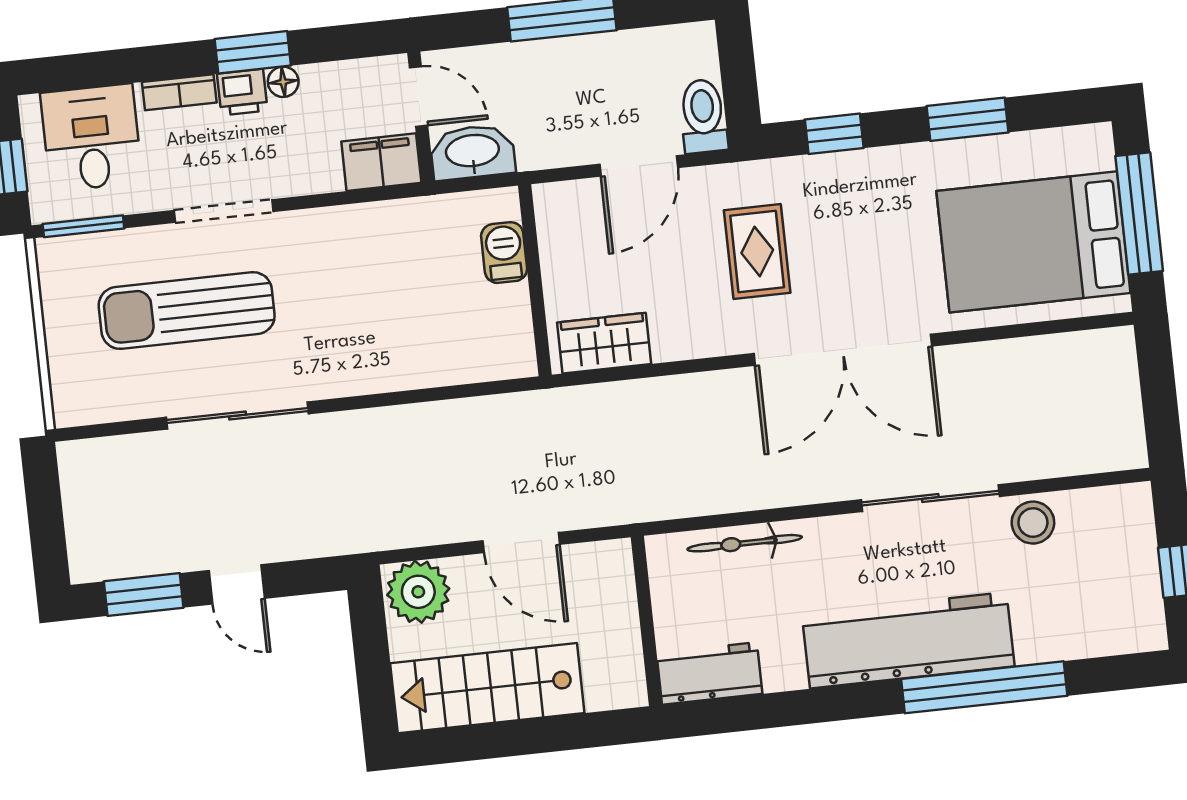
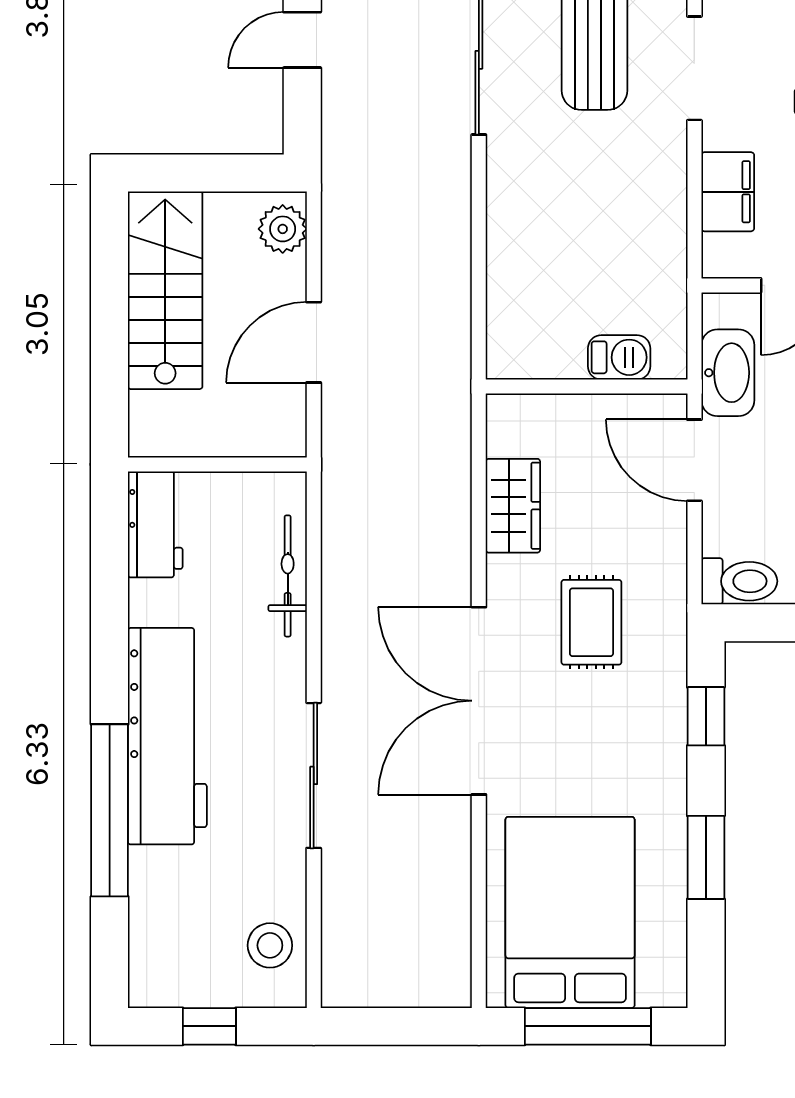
washbasin: (473, 152) -> (728, 373), moved
filing cabinet: (381, 162) -> (728, 192), moved
door: (639, 166) -> (694, 460), moved
rug: (757, 251) -> (591, 622), turned 90
wardrobe: (604, 343) -> (513, 506), moved
stool: (1033, 523) -> (270, 945), moved
plant: (418, 592) -> (283, 229), width x0.73, depth x0.73

